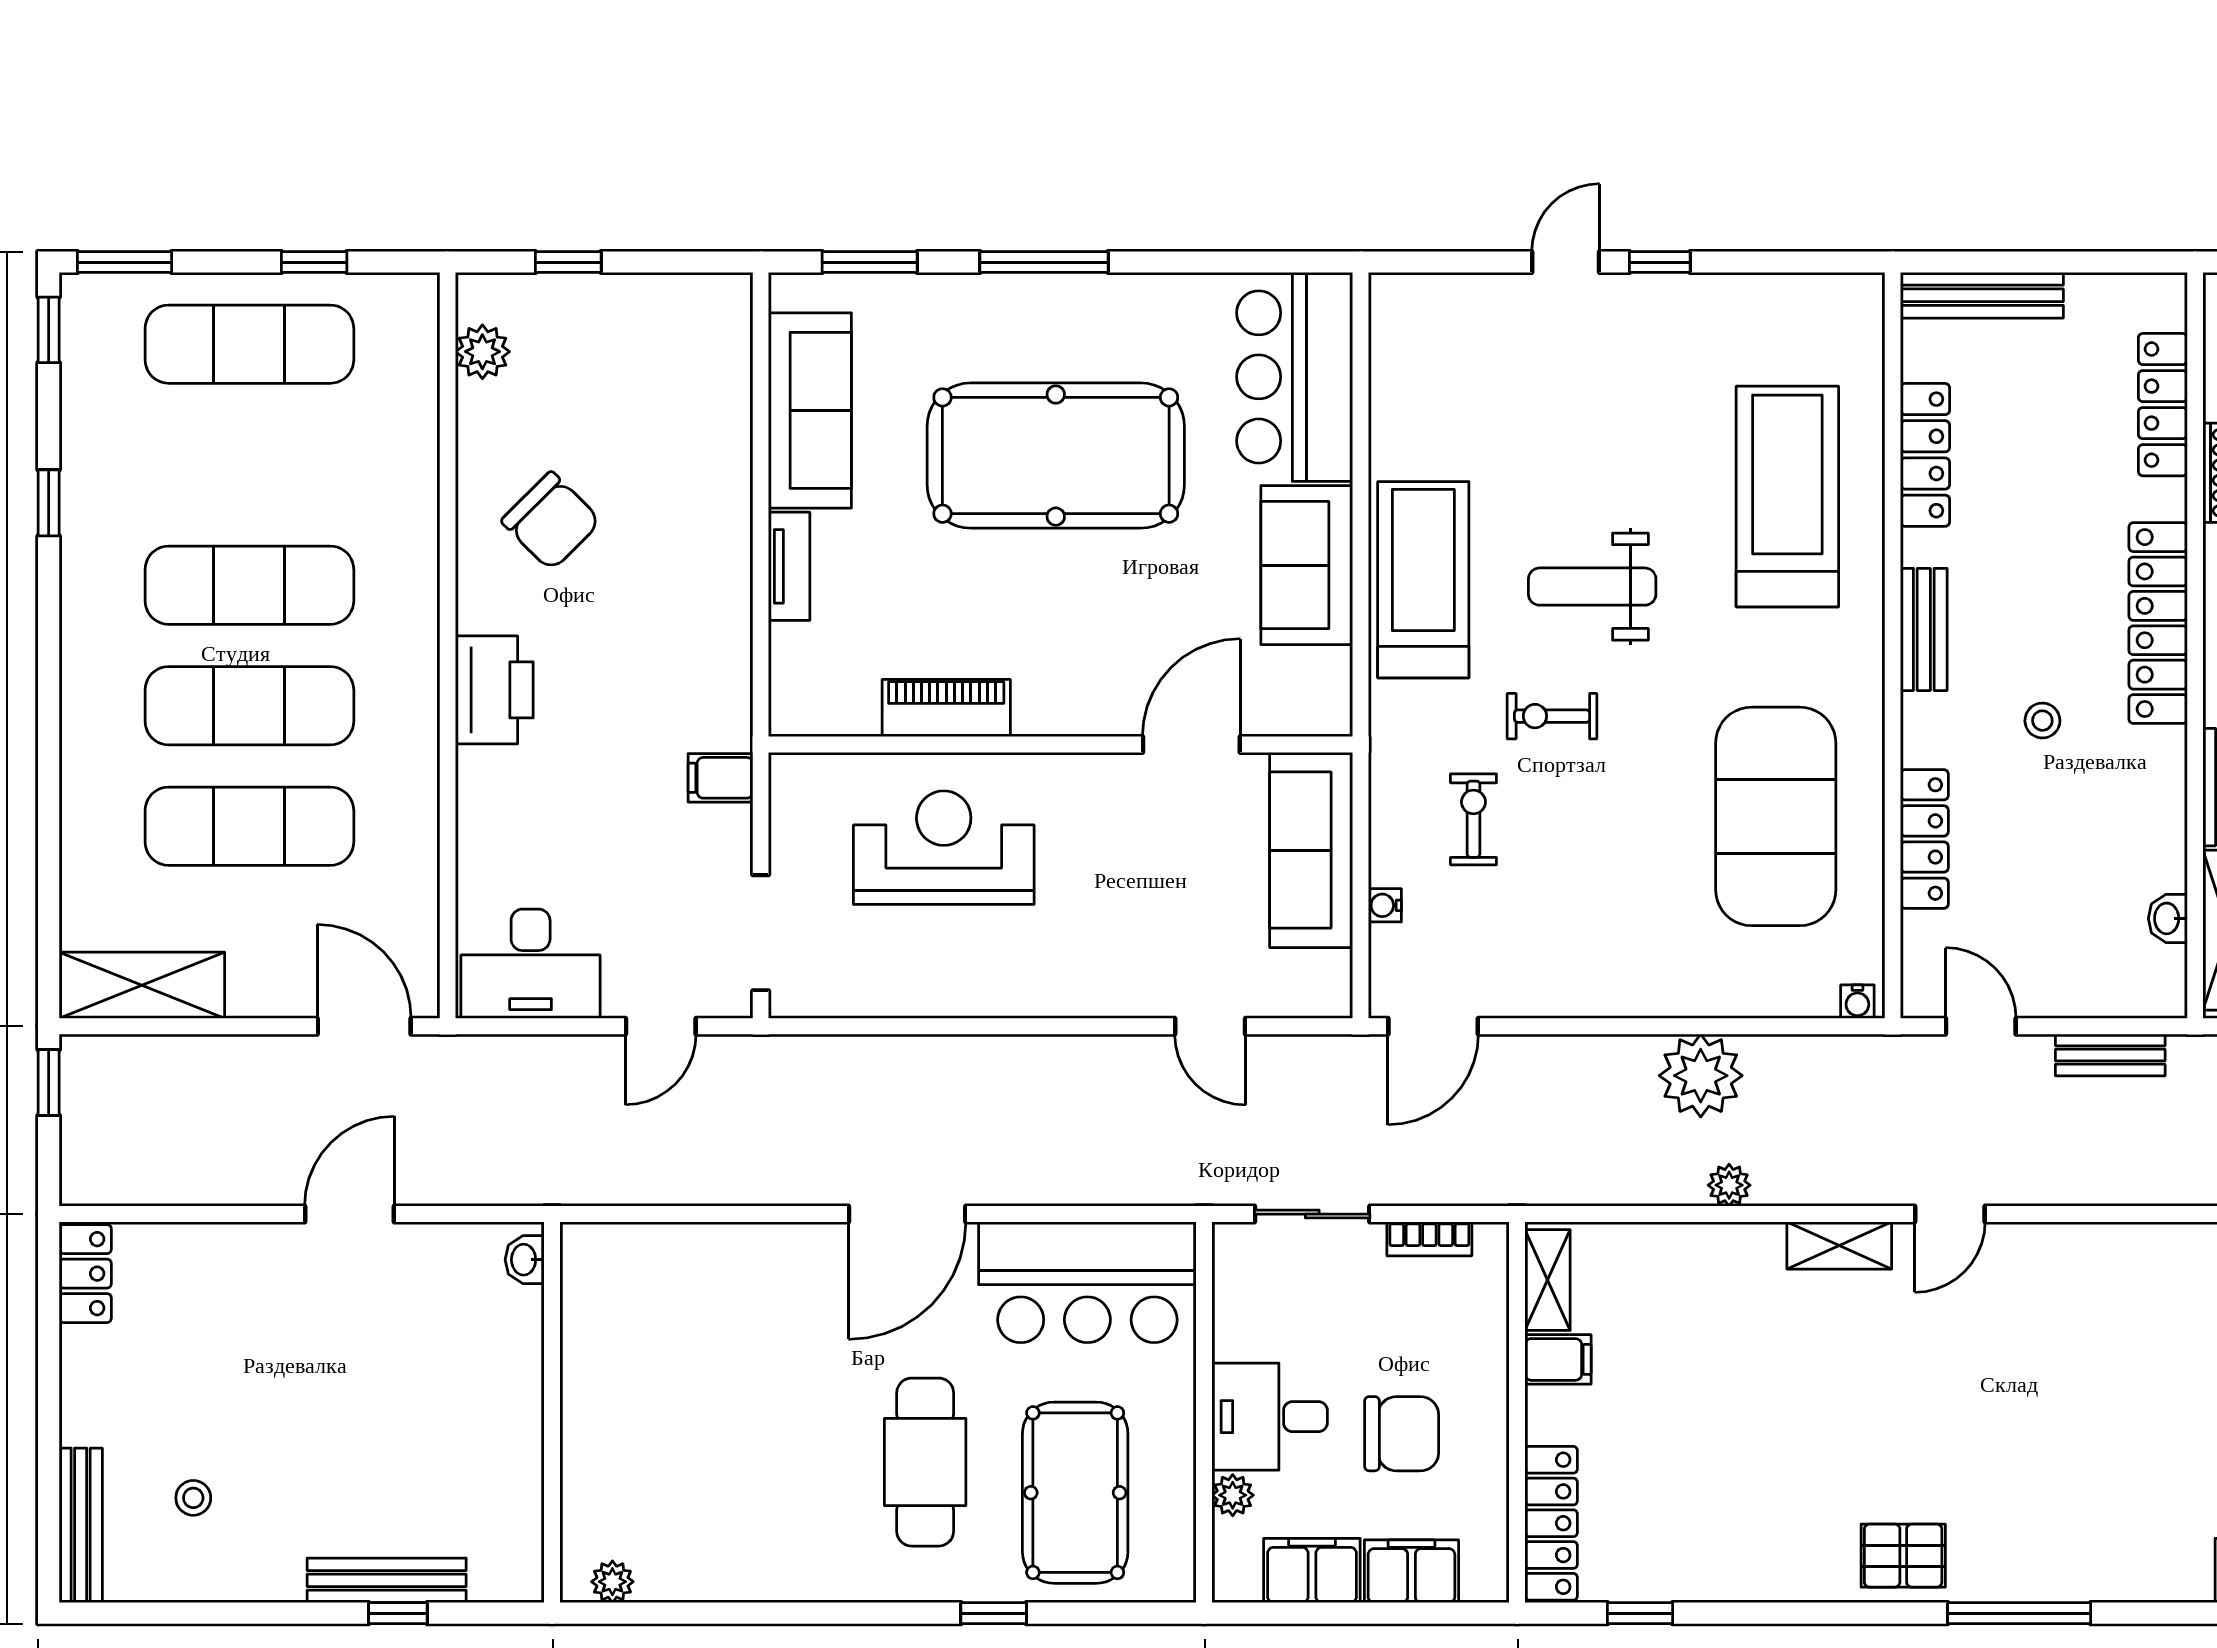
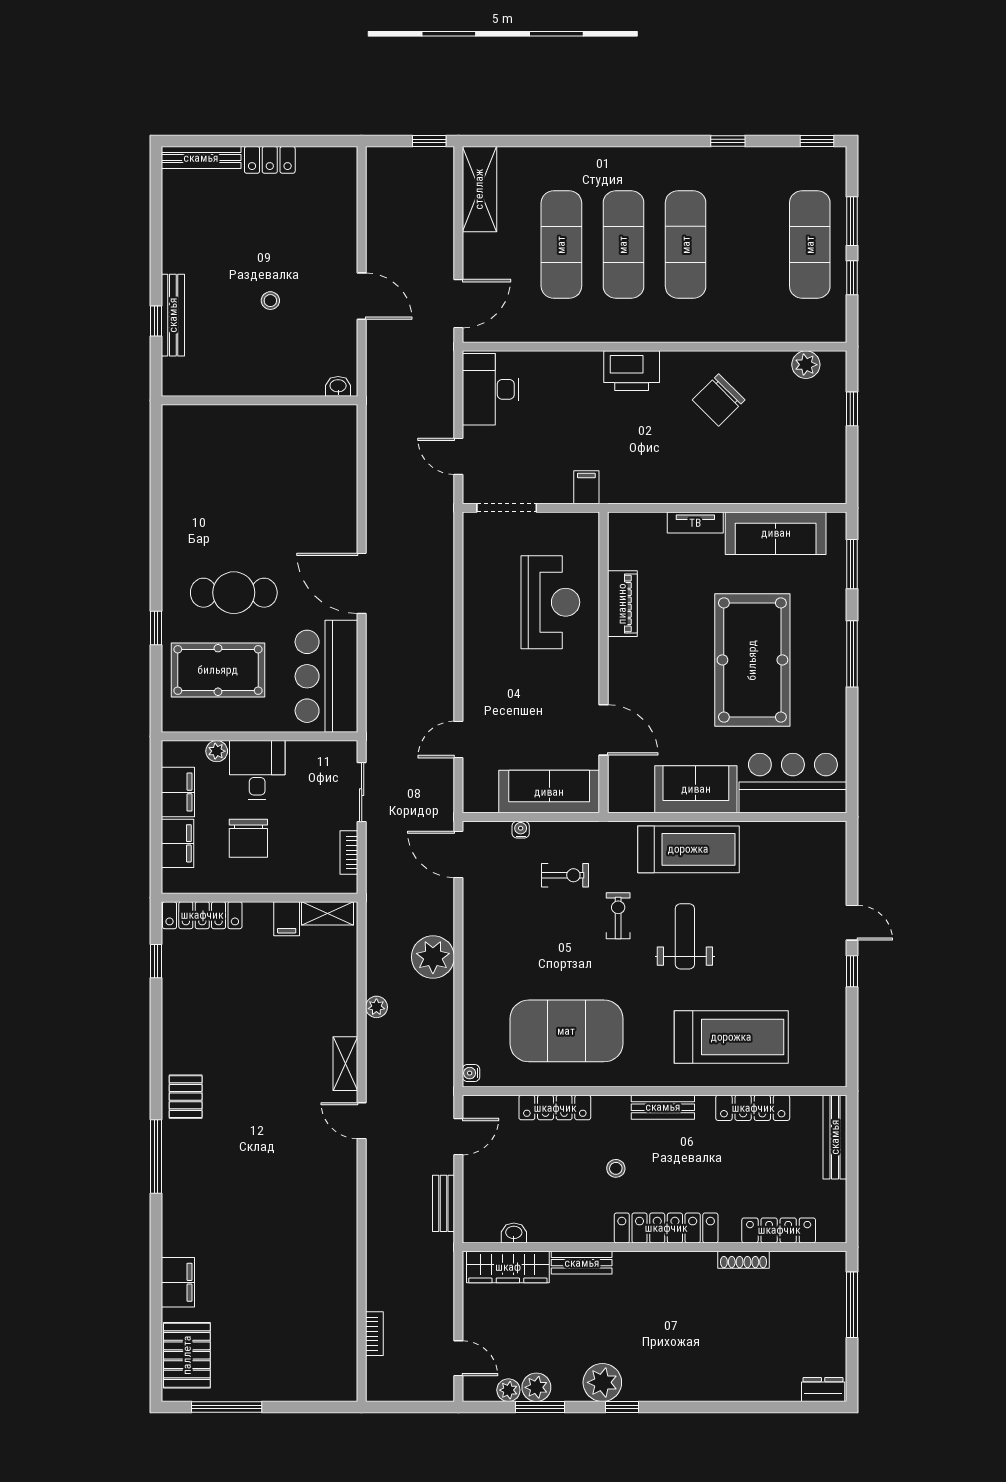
window: (124, 262) -> (852, 221), moved
plant: (1701, 1076) -> (433, 957), moved
locker: (85, 1274) -> (270, 160), moved
stool: (193, 1498) -> (270, 301), moved
plant: (612, 1582) -> (172, 432), removed

